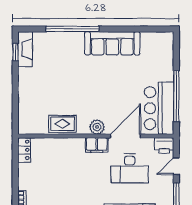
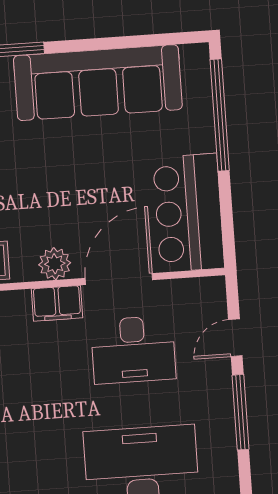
sofa: (112, 43) -> (98, 83), width x1.36, depth x1.27
window: (176, 96) -> (220, 115), moved
printer: (164, 145) -> (205, 294), removed

